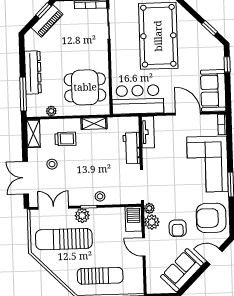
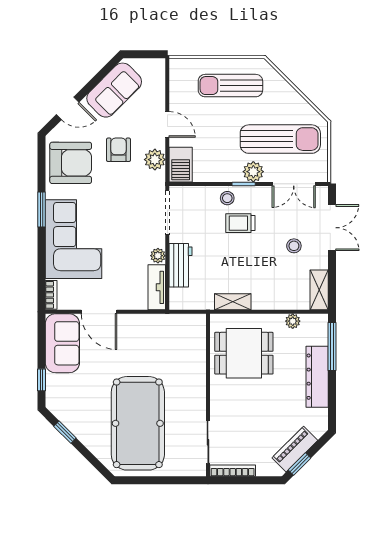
bar counter: (138, 99) -> (170, 334), removed
trolley: (65, 139) -> (240, 223), moved
plant: (149, 208) -> (158, 256), moved

